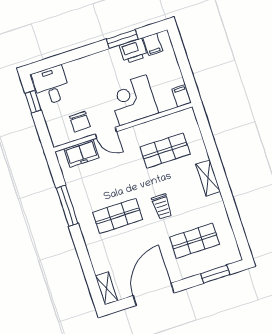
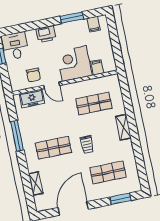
printer: (133, 51) -> (46, 34), moved
filing cabinet: (182, 96) -> (97, 67), moved
shelving: (107, 288) -> (36, 183), moved

